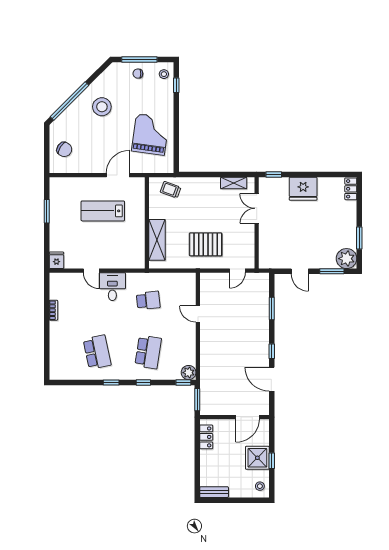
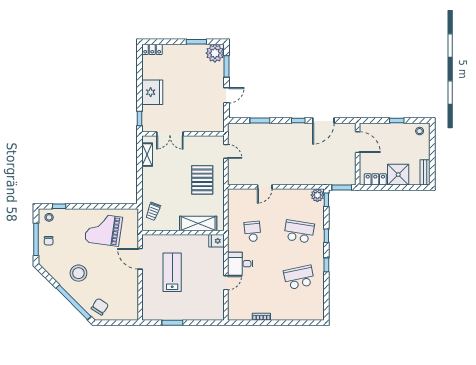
chair: (64, 149) -> (100, 307), moved
lab bench: (103, 211) -> (172, 272), turned 180
fridge: (56, 260) -> (217, 241), moved
shower: (257, 458) -> (398, 175), moved

